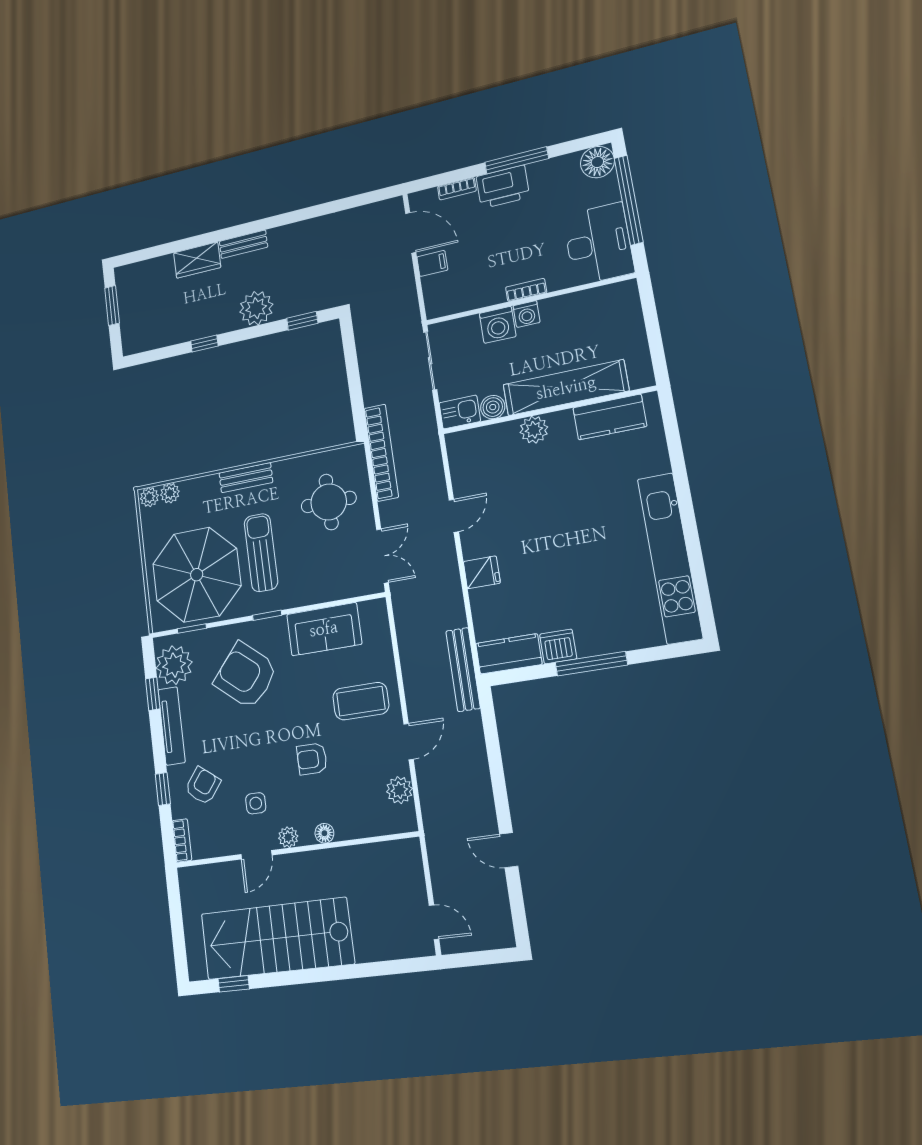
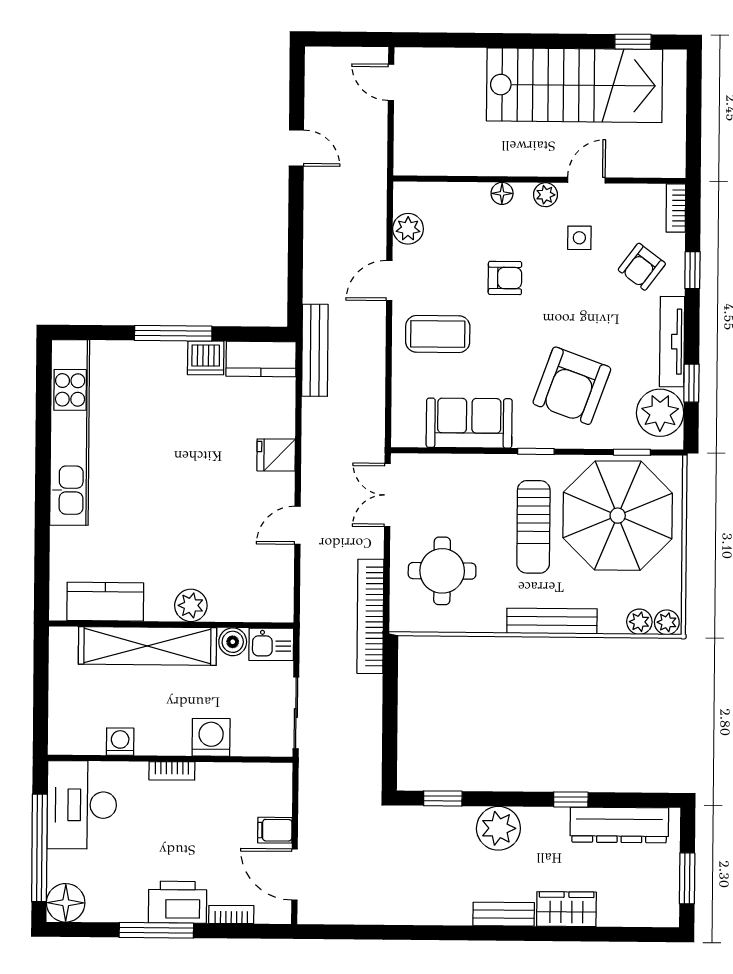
washing machine: (527, 314) -> (120, 742), moved
dresser: (166, 333) -> (619, 825), added
bench: (246, 478) -> (552, 621), width x1.36
armchair: (246, 675) -> (572, 386), turned 70

